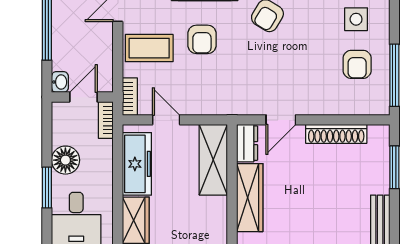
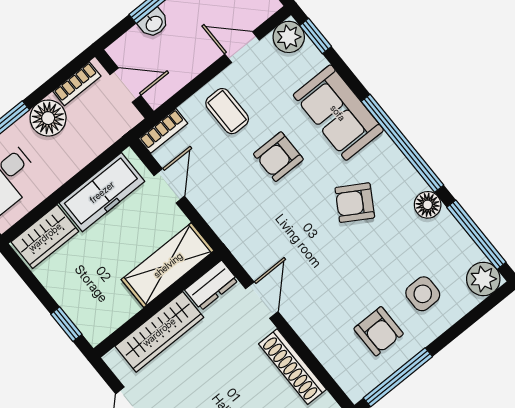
coffee table: (149, 48) -> (227, 111), width x0.73, depth x0.77
armchair: (357, 64) -> (379, 331), turned -90
washbasin: (60, 82) -> (154, 23), moved
bookcase: (106, 120) -> (77, 84), moved, turned 180
door: (281, 120) -> (262, 300), swing flipped

